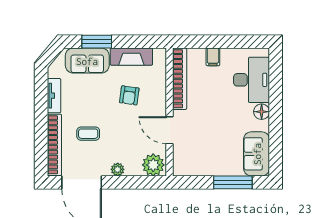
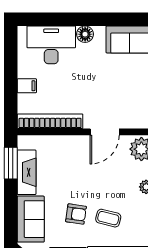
window: (97, 42) -> (11, 163), moved
armchair: (129, 95) -> (76, 214), moved
coffee table: (88, 134) -> (108, 218), turned -76

